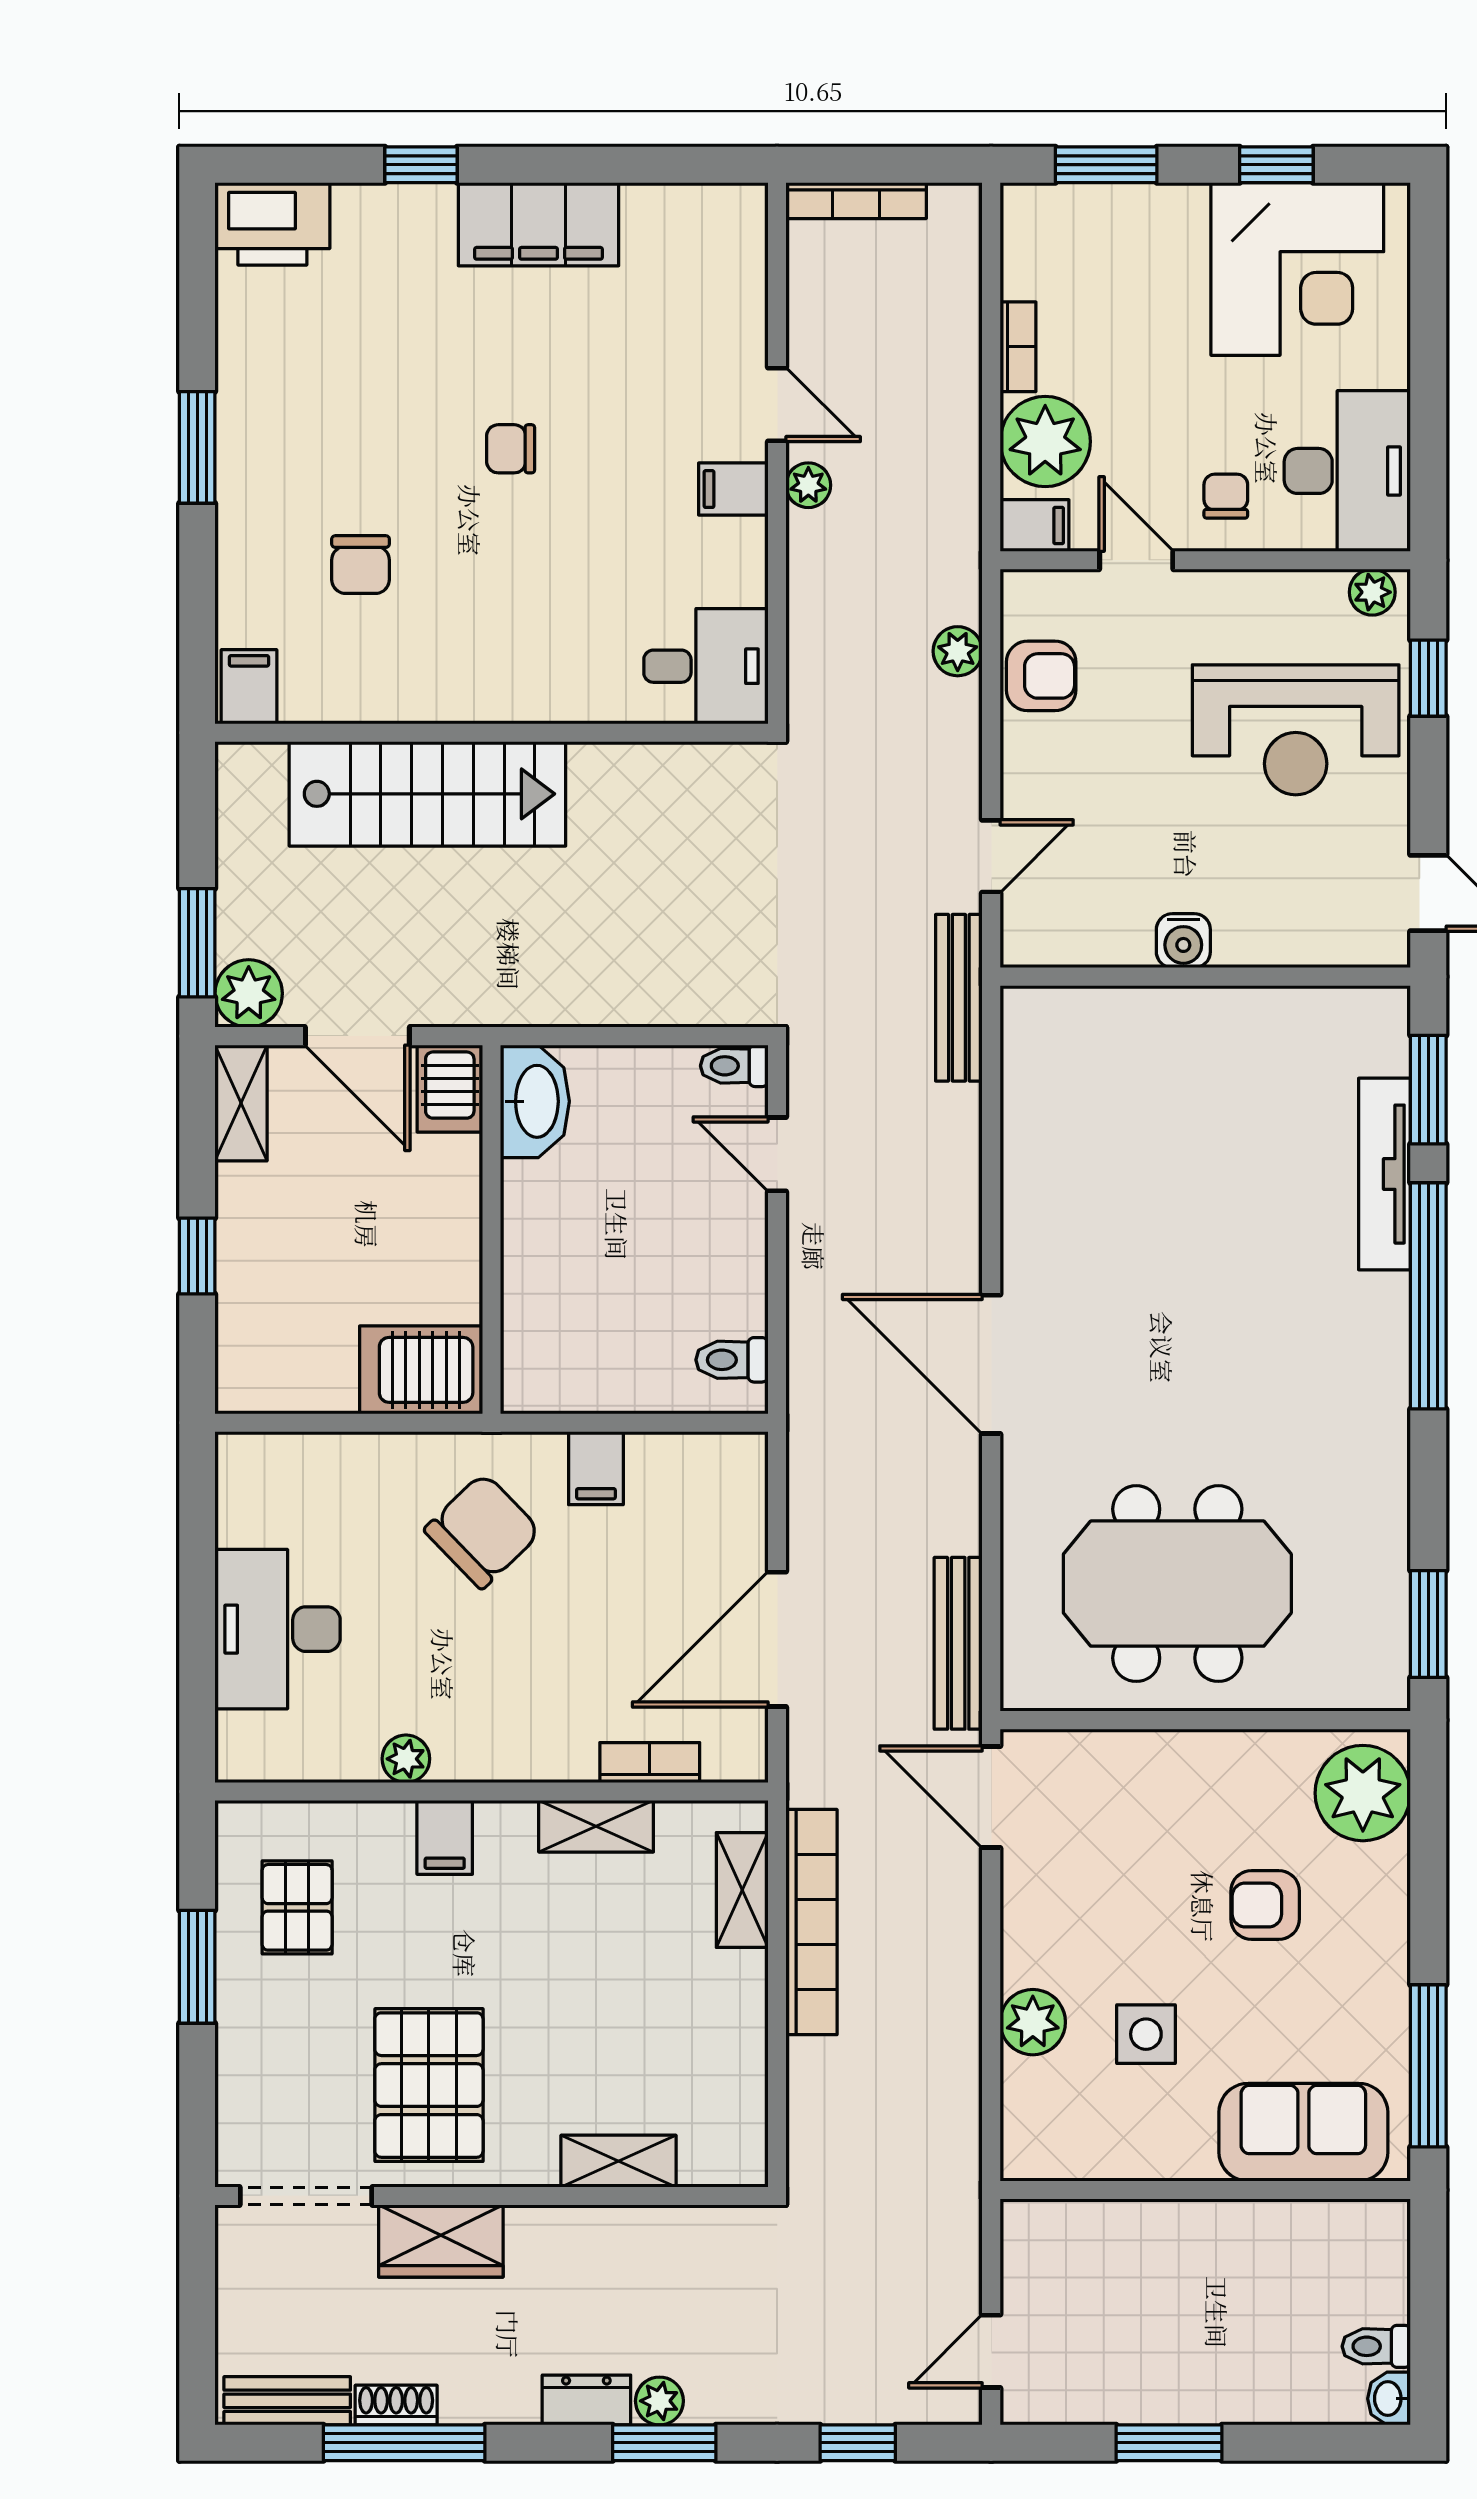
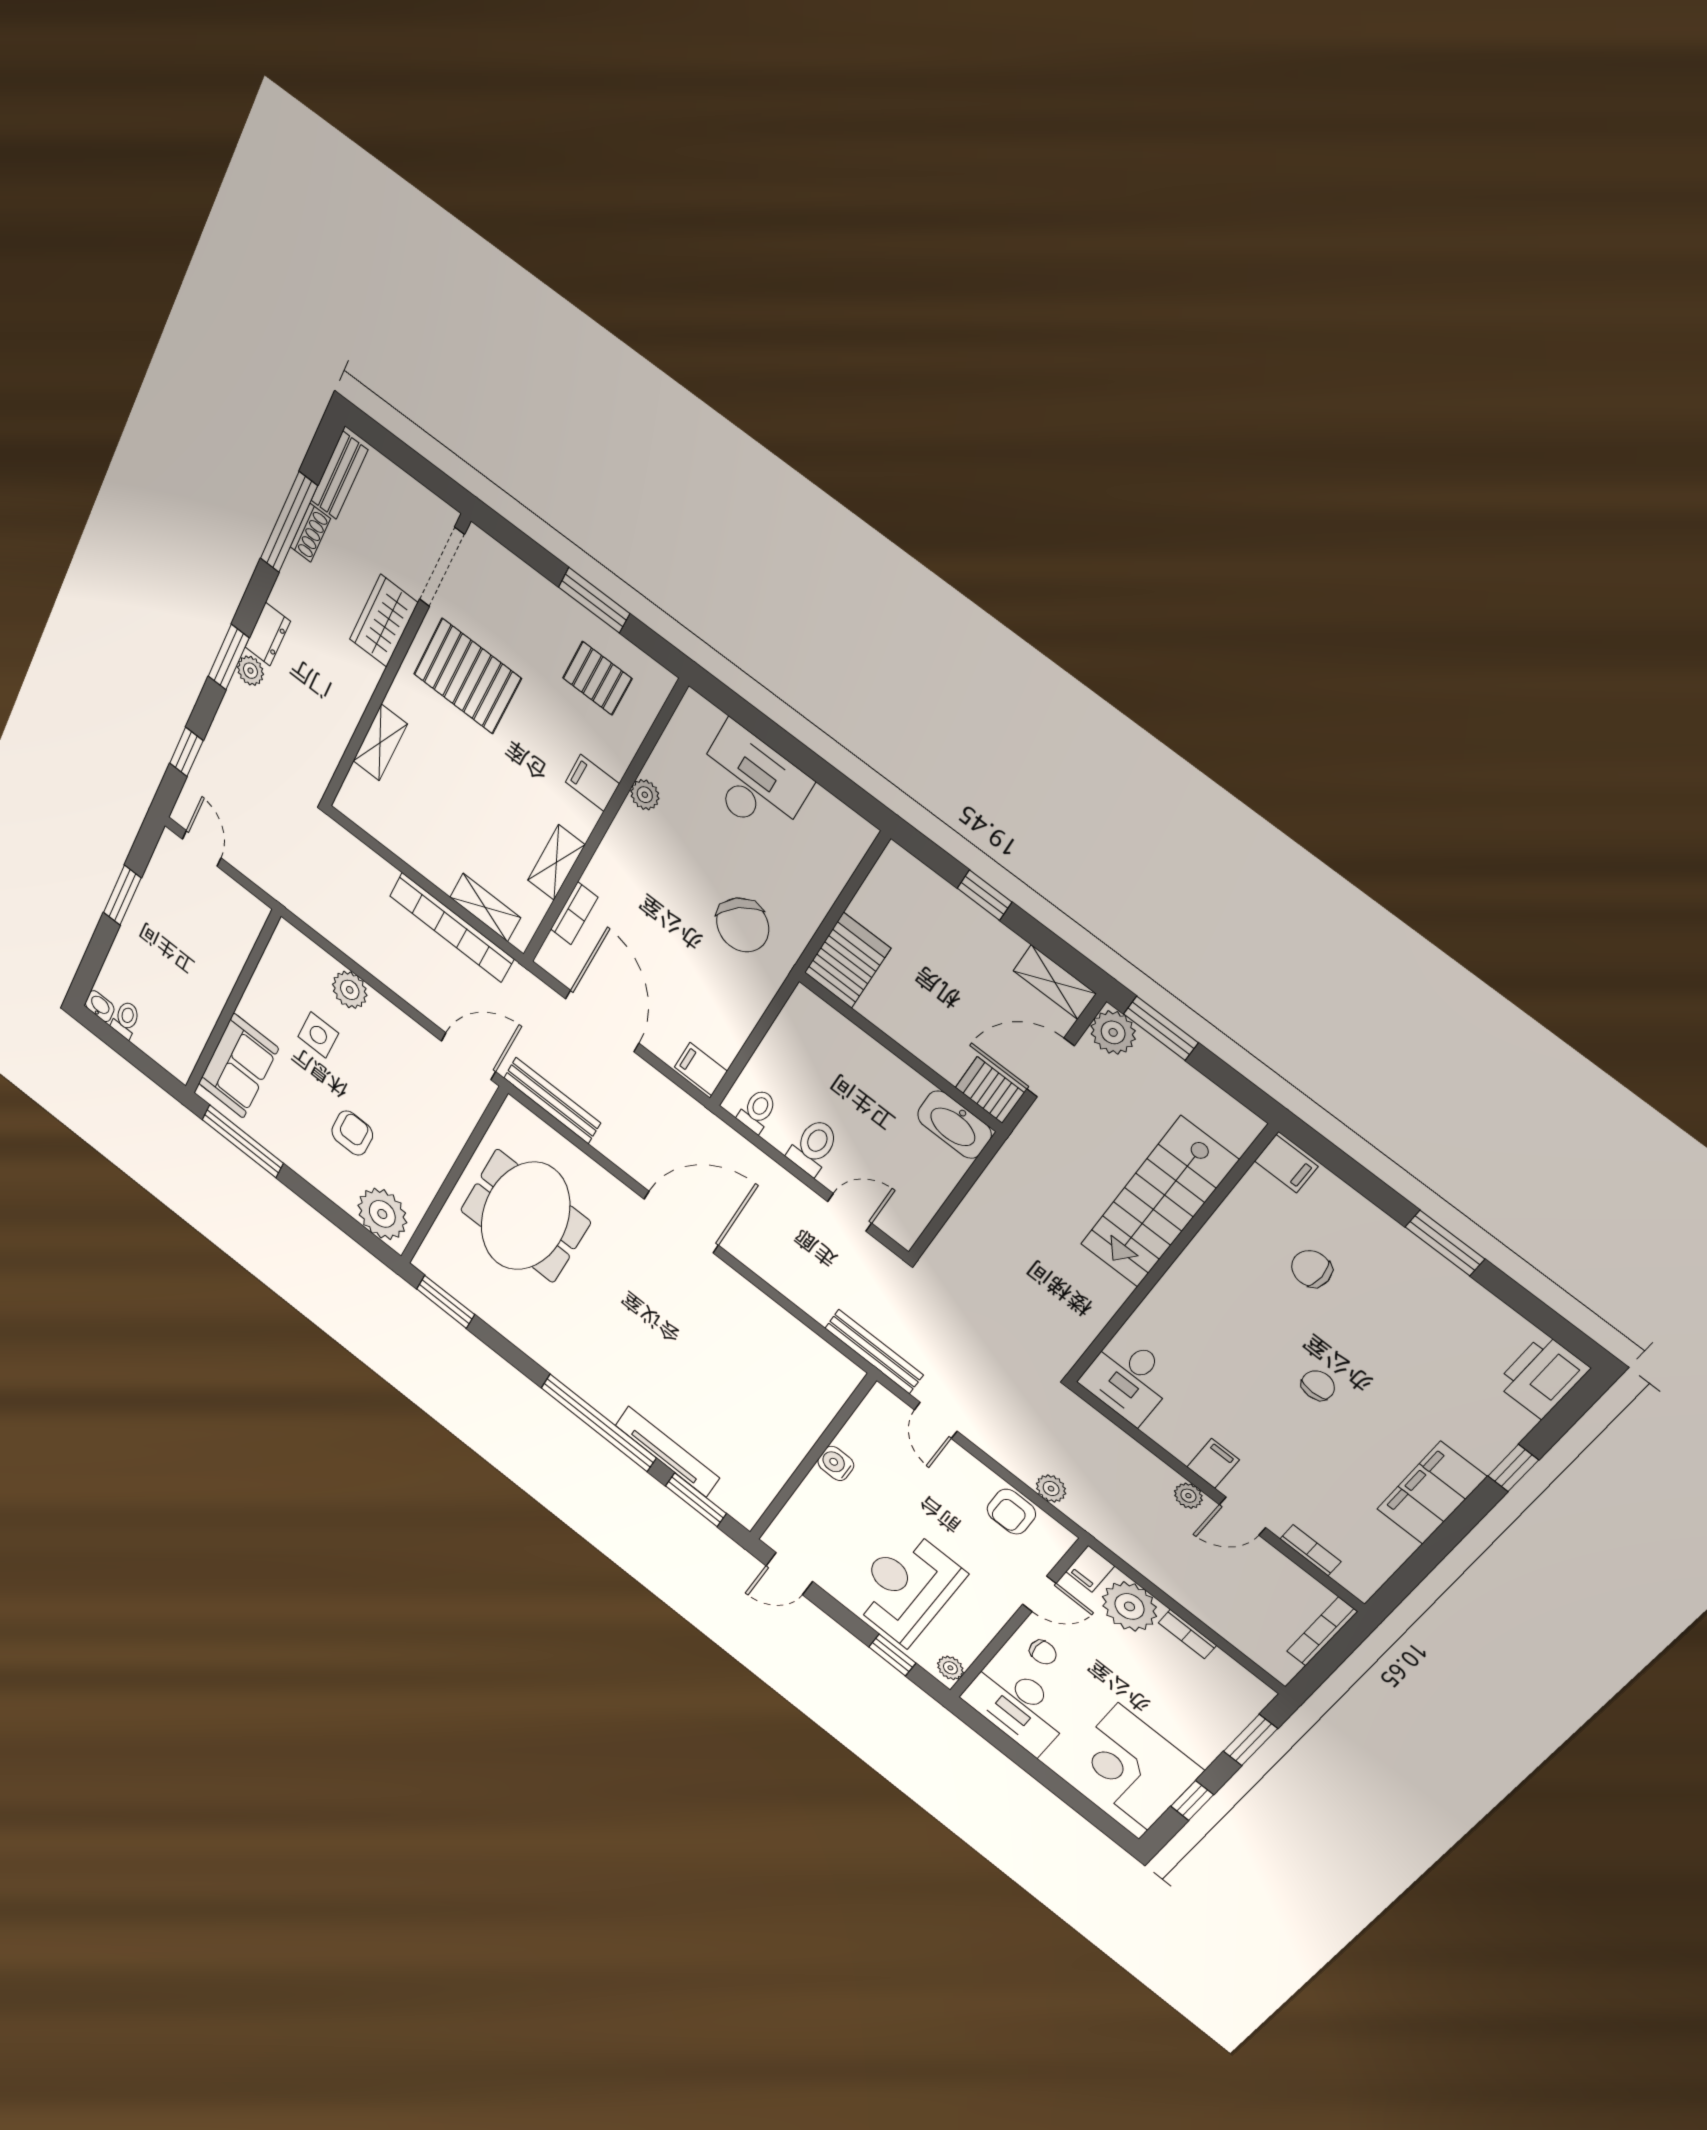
bookcase: (750, 296) -> (1310, 1550), added
toilet: (734, 1066) -> (813, 1146), moved, width x1.37, depth x1.39
filing cabinet: (596, 1468) -> (701, 1069), moved

